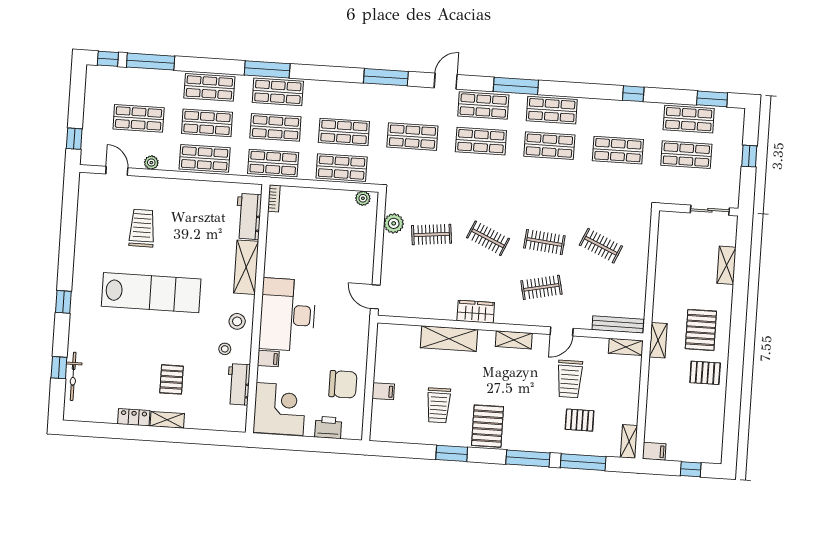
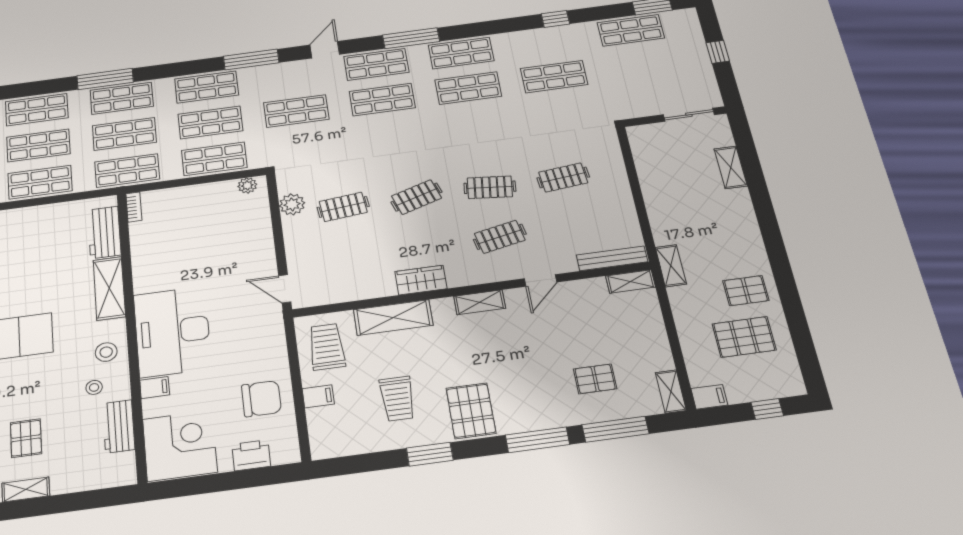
shop shelf: (686, 155) -> (207, 87), moved
clothes rail: (488, 238) -> (417, 197), turned -42
clothes rail: (601, 246) -> (563, 177), turned -30
pallet: (701, 330) -> (744, 337), moved, turned 90
trolley: (570, 379) -> (327, 347), moved, turned 180

